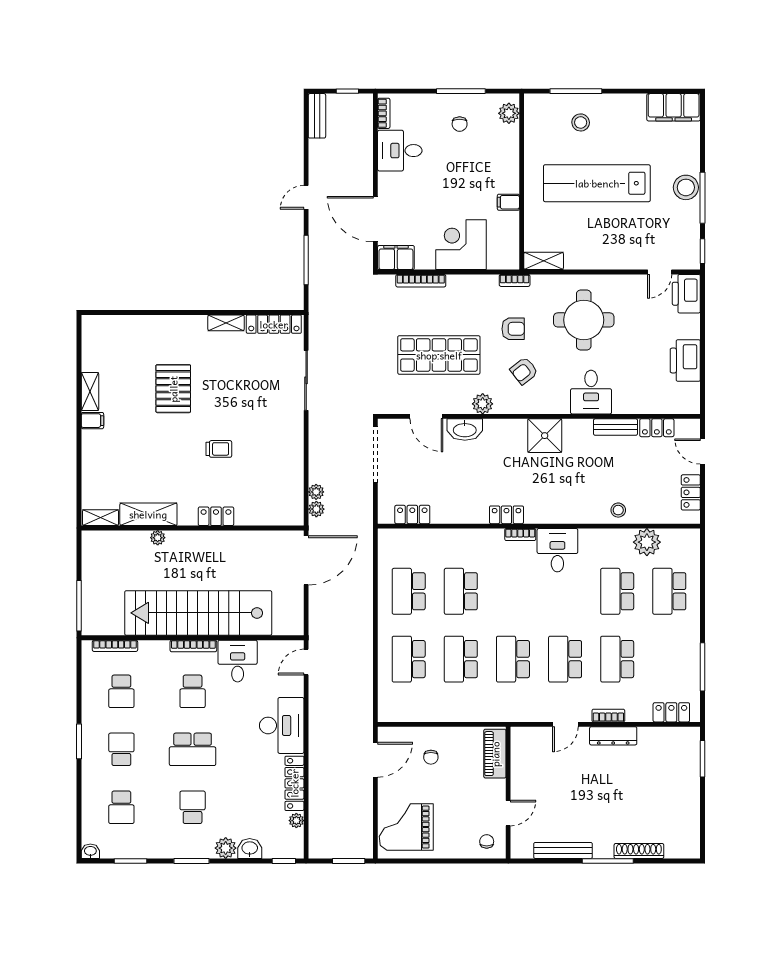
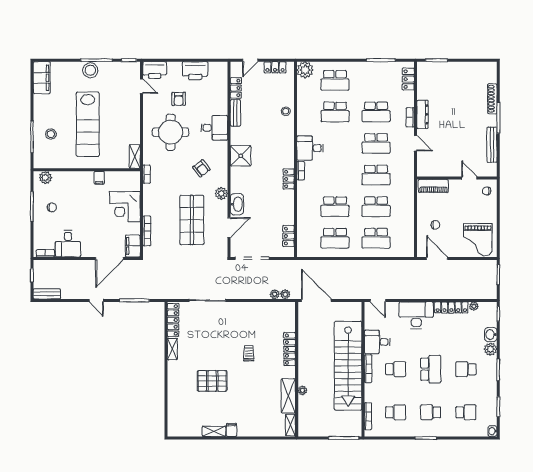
armchair: (513, 329) -> (179, 99), moved, turned 180
locker: (216, 516) -> (290, 349), width x1.53
plant: (647, 542) -> (305, 70), moved

